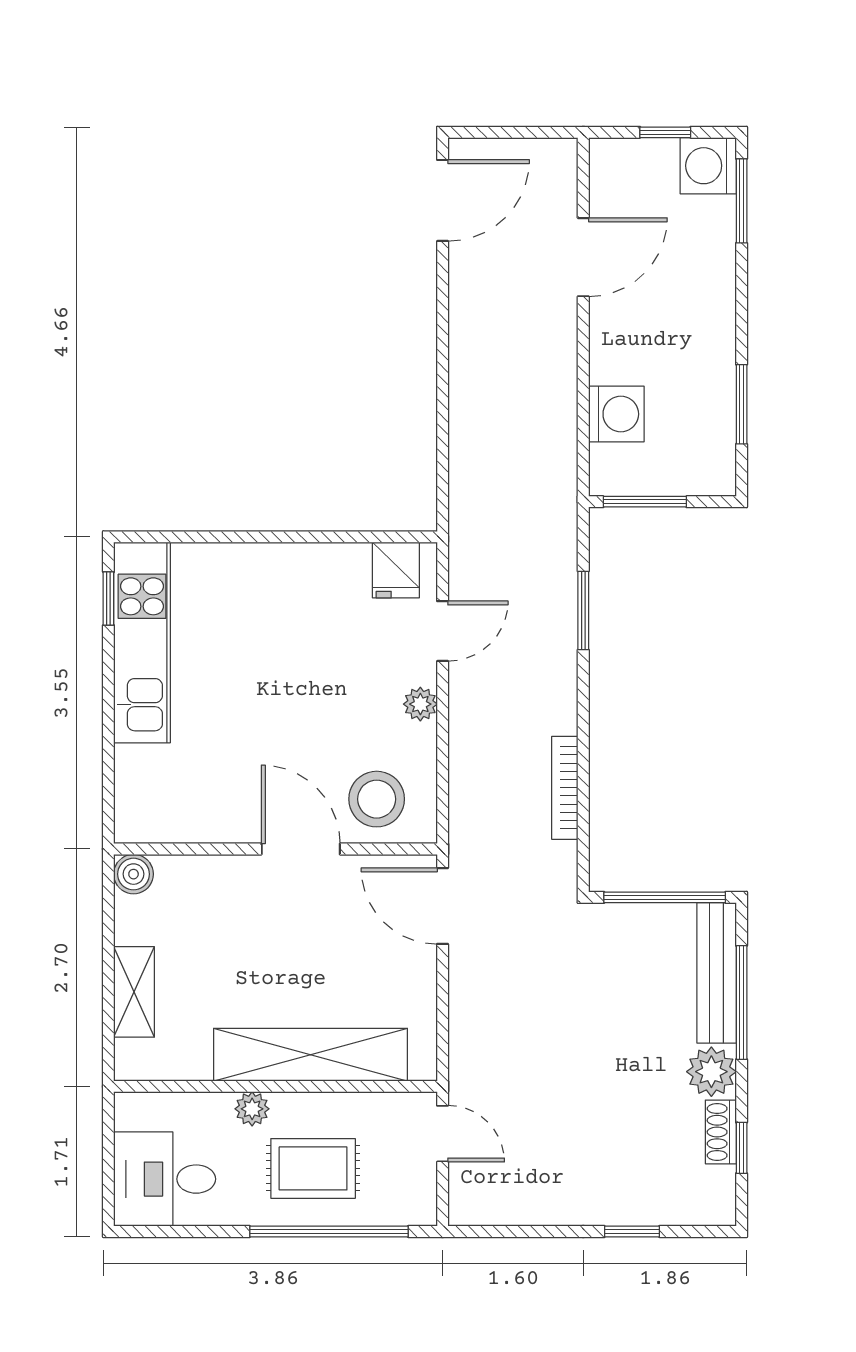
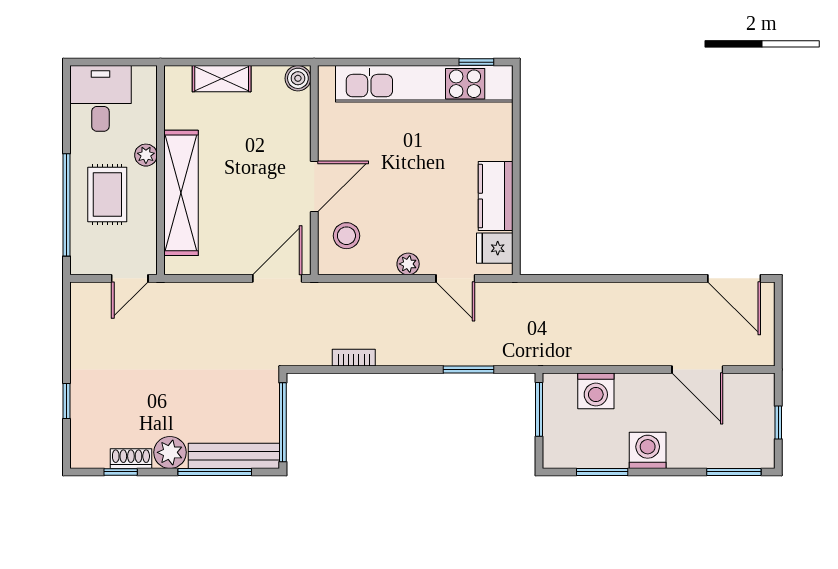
washing machine: (708, 166) -> (648, 450), moved
kitchen counter: (315, 569) -> (496, 196), added
kitchen unit: (142, 642) -> (424, 84), width x1.36
bookcase: (565, 788) -> (354, 358), width x0.64
stool: (377, 799) -> (346, 236), width x0.73, depth x0.73

